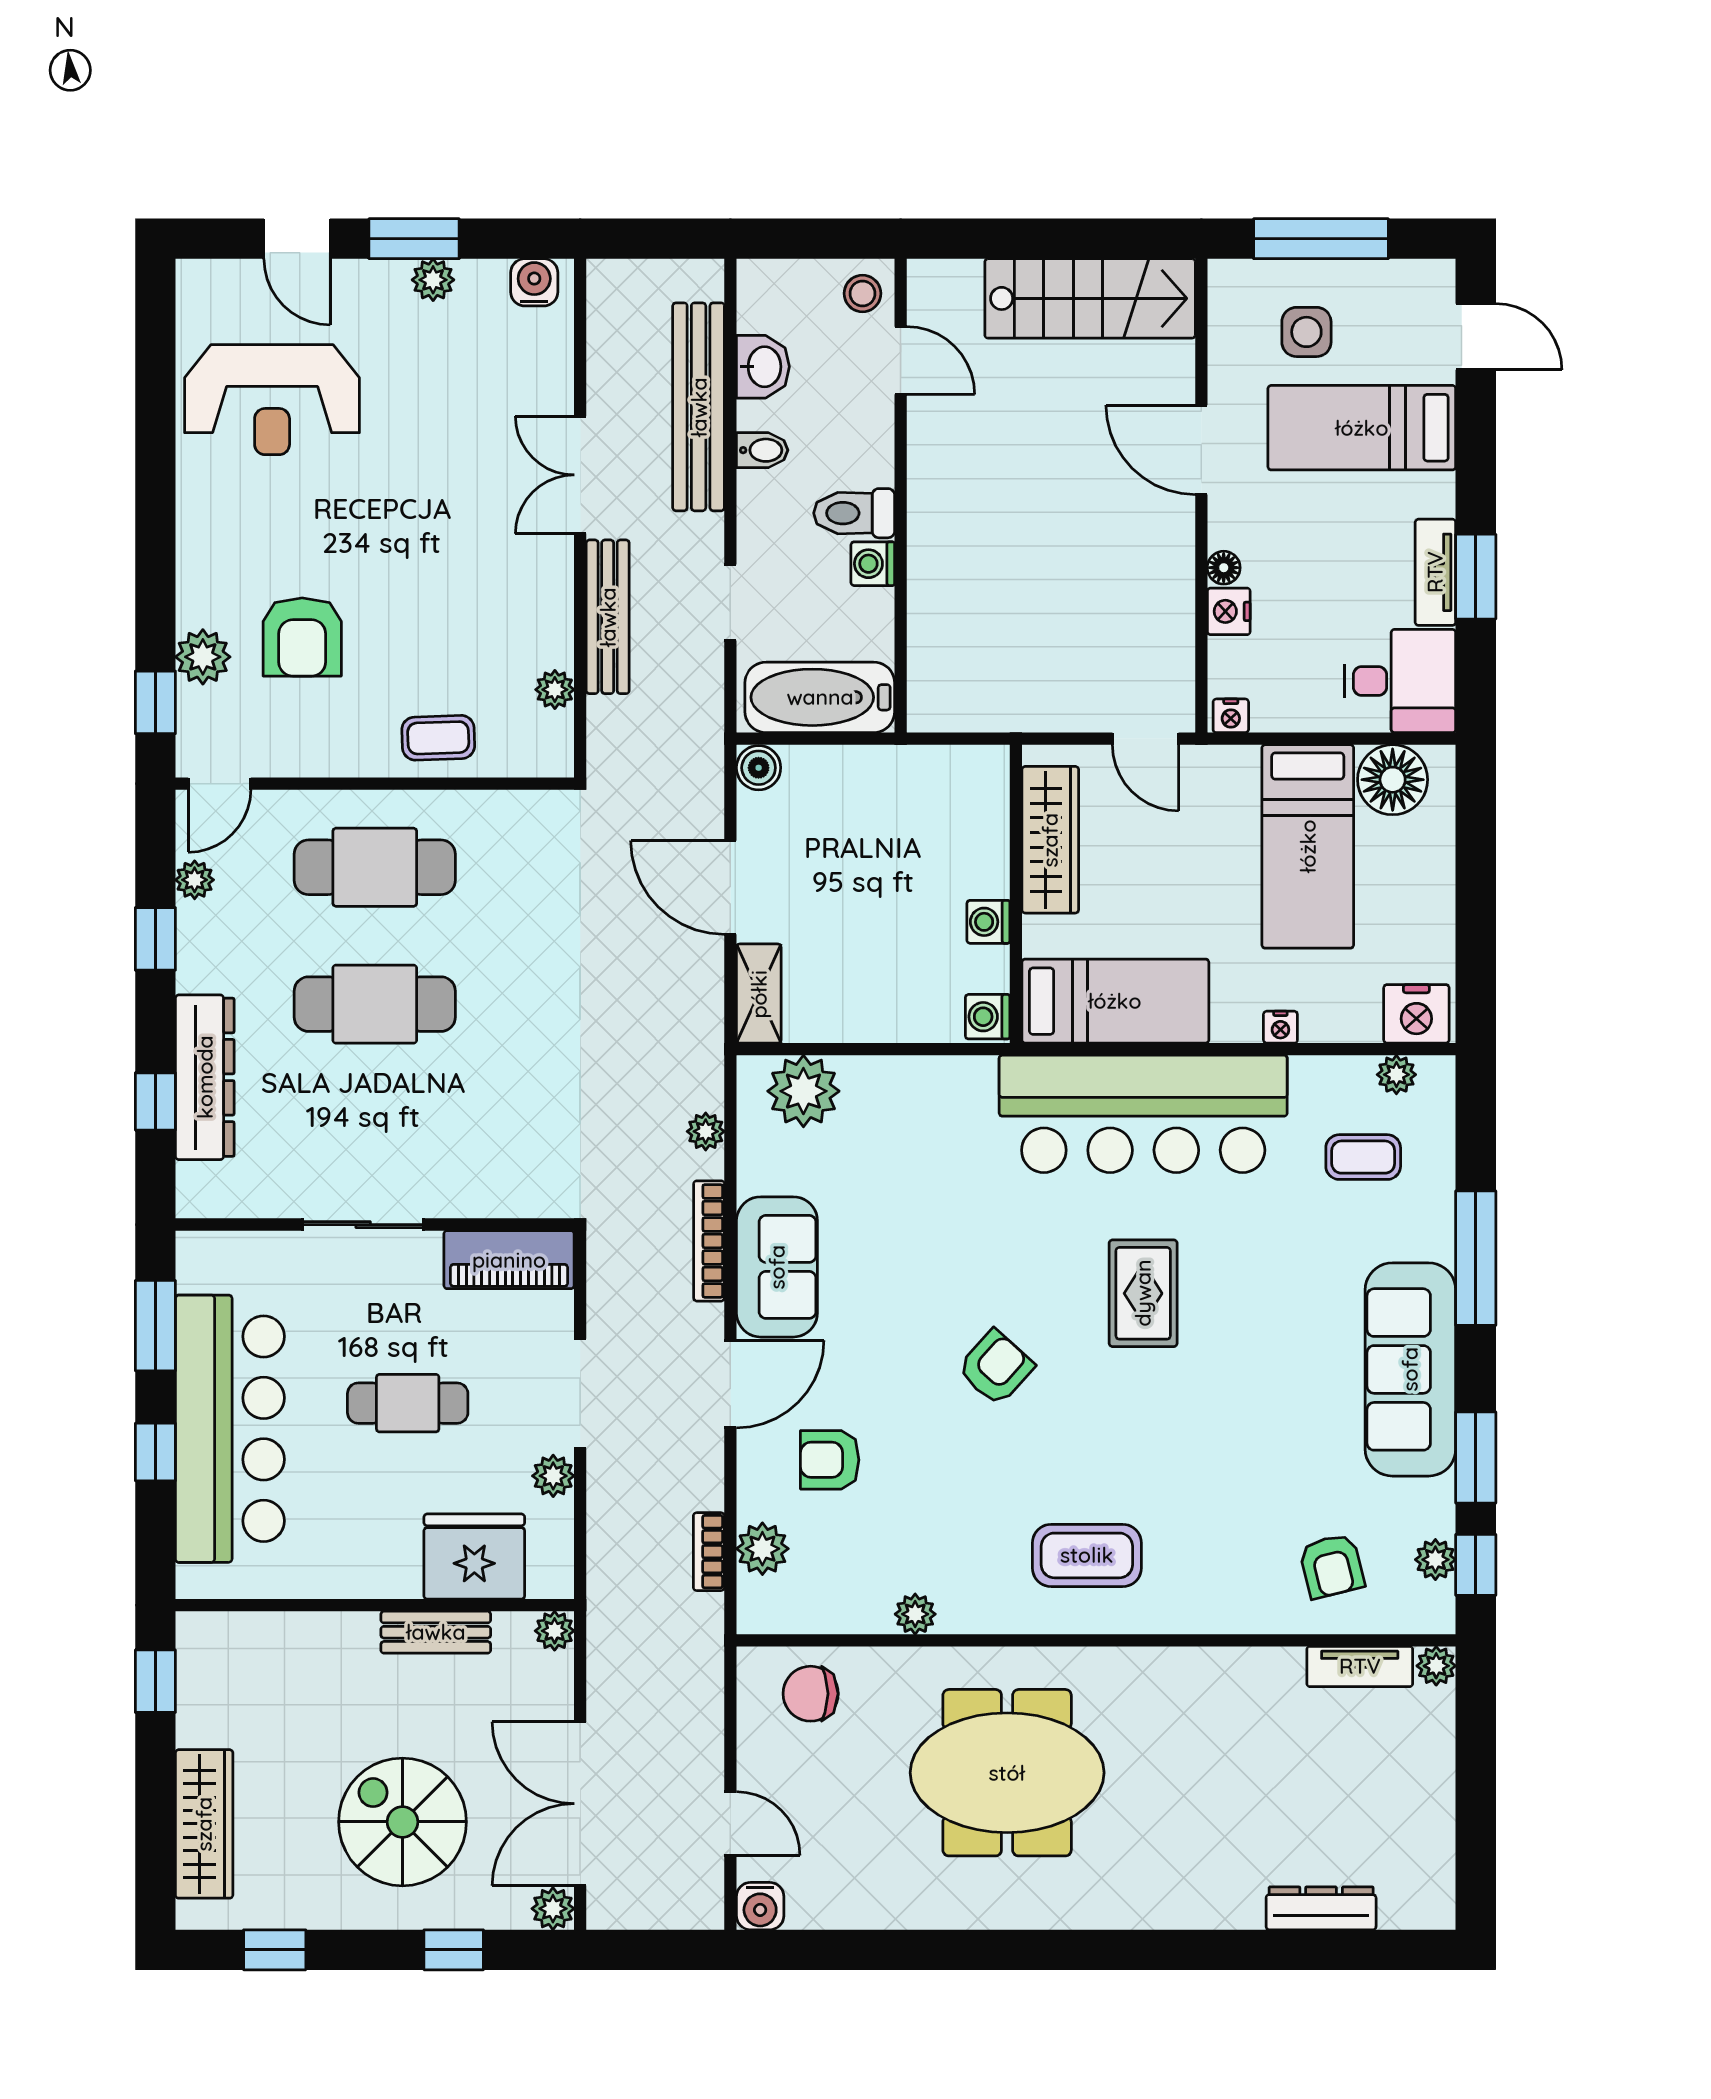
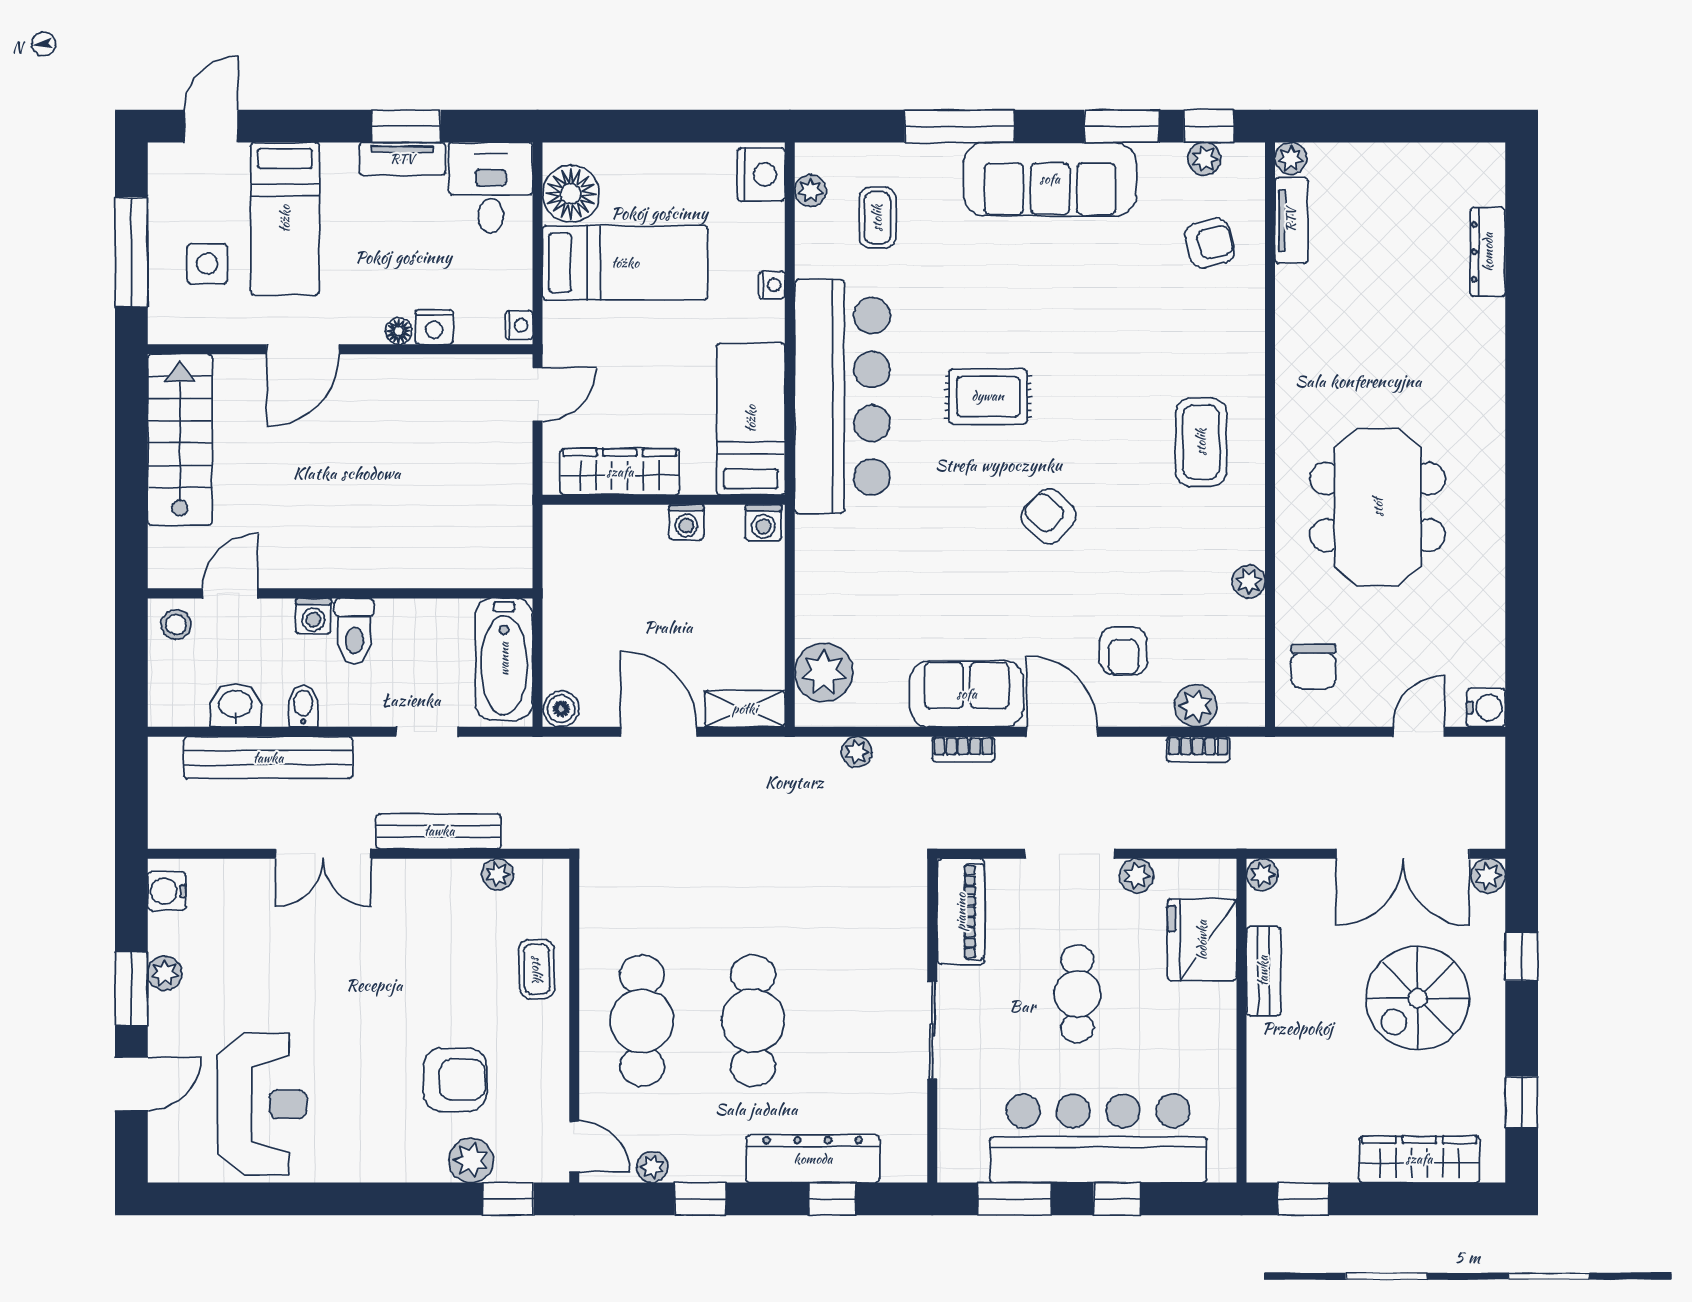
washing machine: (873, 564) -> (313, 616), moved
door: (730, 888) -> (659, 732), swing flipped
bookcase: (709, 1241) -> (963, 749), width x0.64

